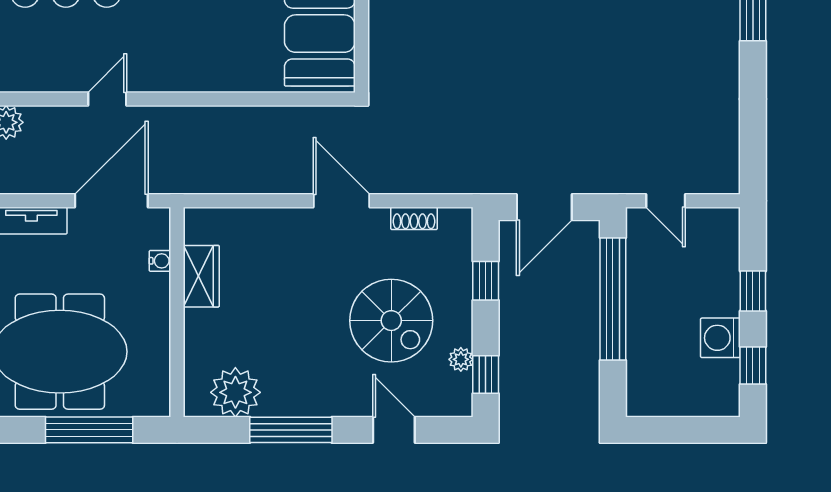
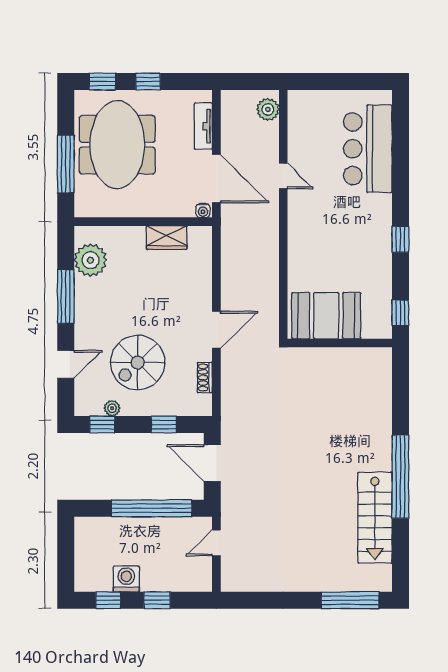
water cooler: (160, 261) -> (203, 211), moved

